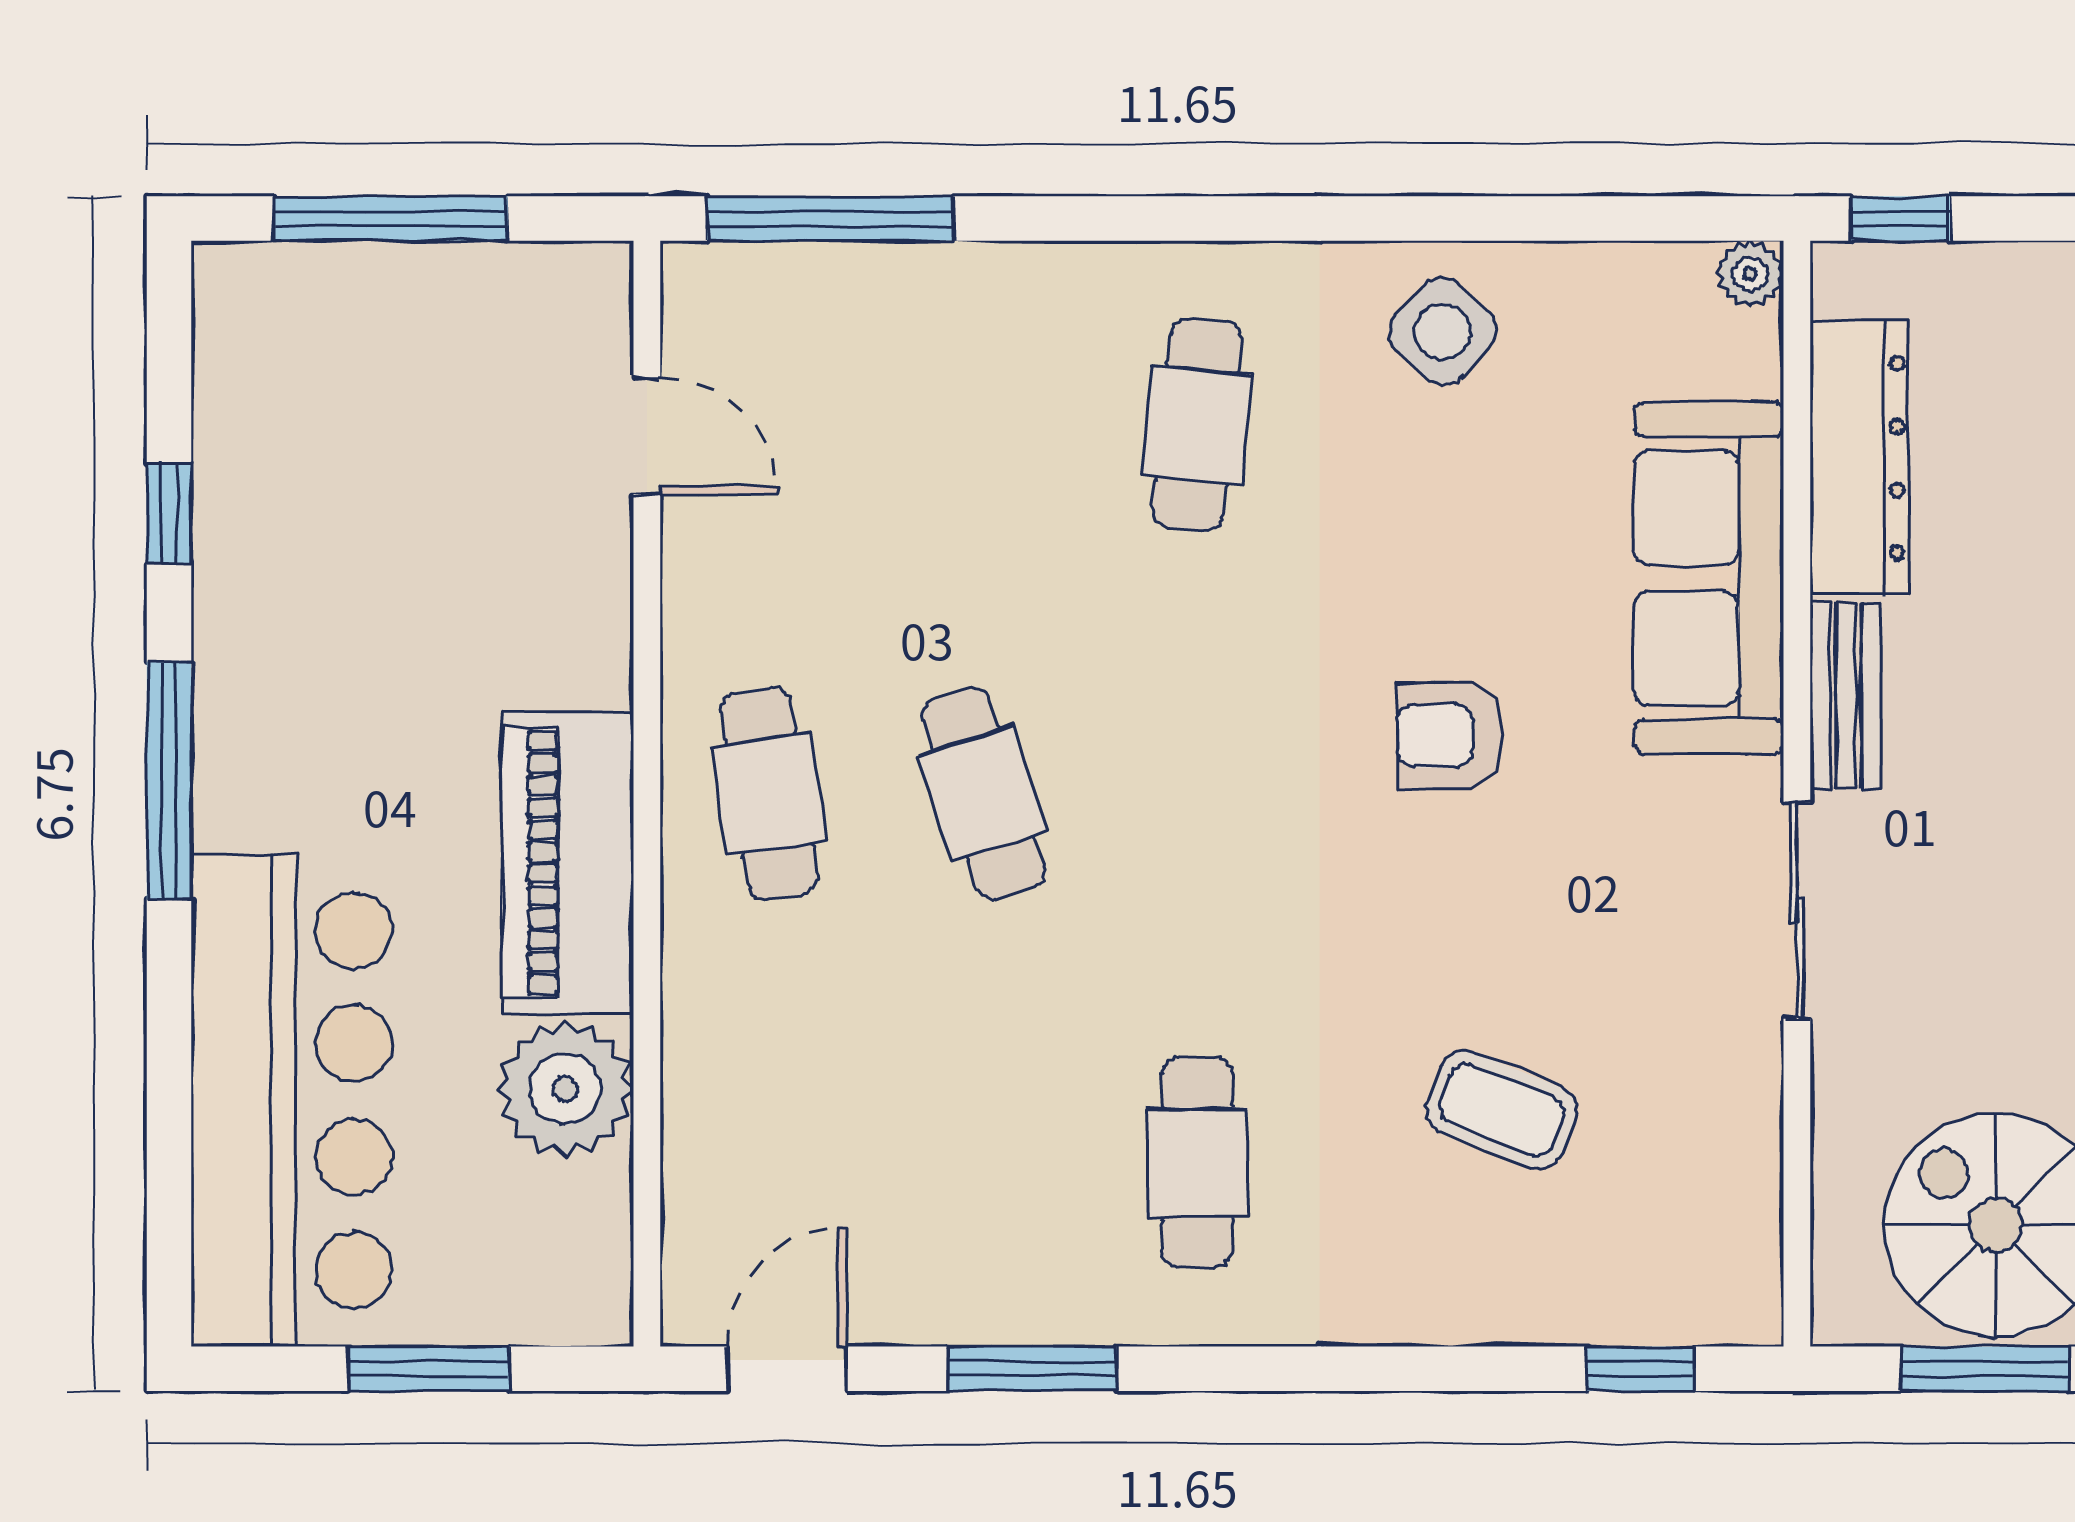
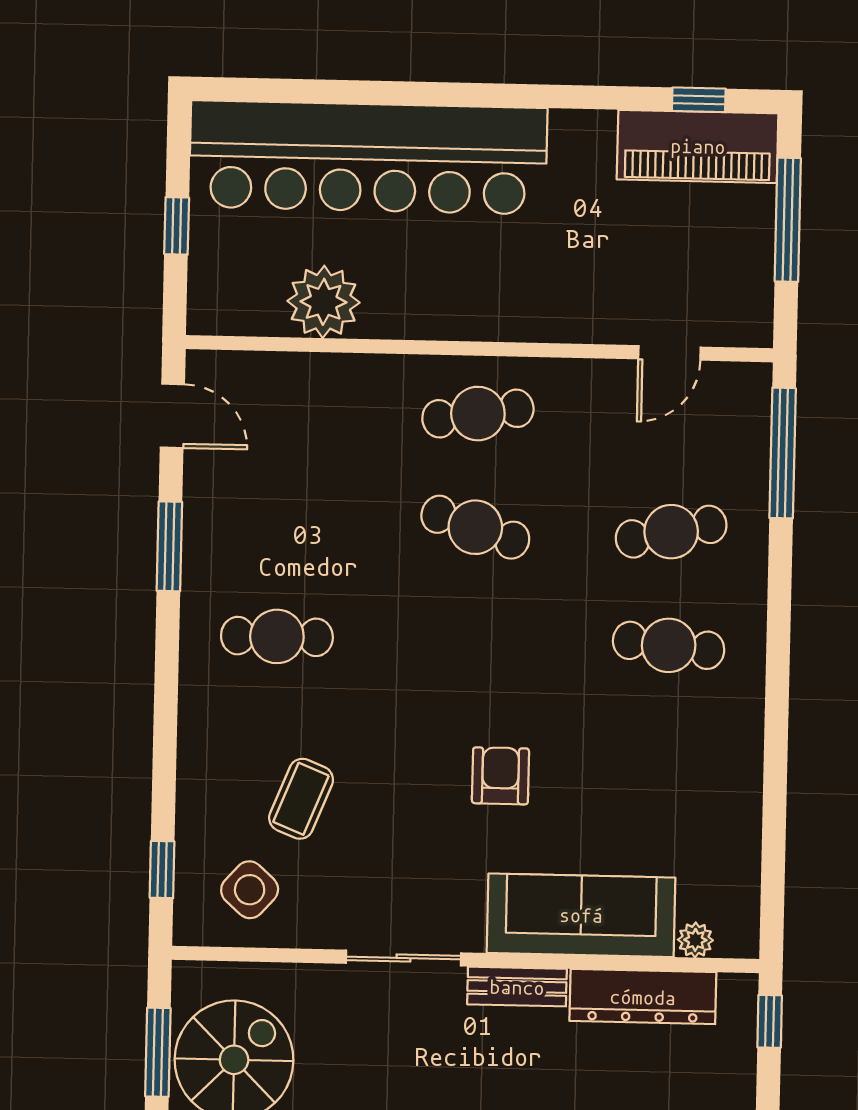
plant: (1750, 274) -> (695, 940), moved
side table: (1442, 332) -> (250, 890), moved
cafe table: (983, 425) -> (671, 532), added
window: (169, 514) -> (699, 100), moved
window: (169, 781) -> (492, 95), removed
cafe table: (983, 794) -> (475, 527), turned 36
piano: (568, 863) -> (698, 146), moved, turned 180
bar counter: (291, 1100) -> (368, 157), width x1.36
window: (429, 1369) -> (177, 226), width x0.67

